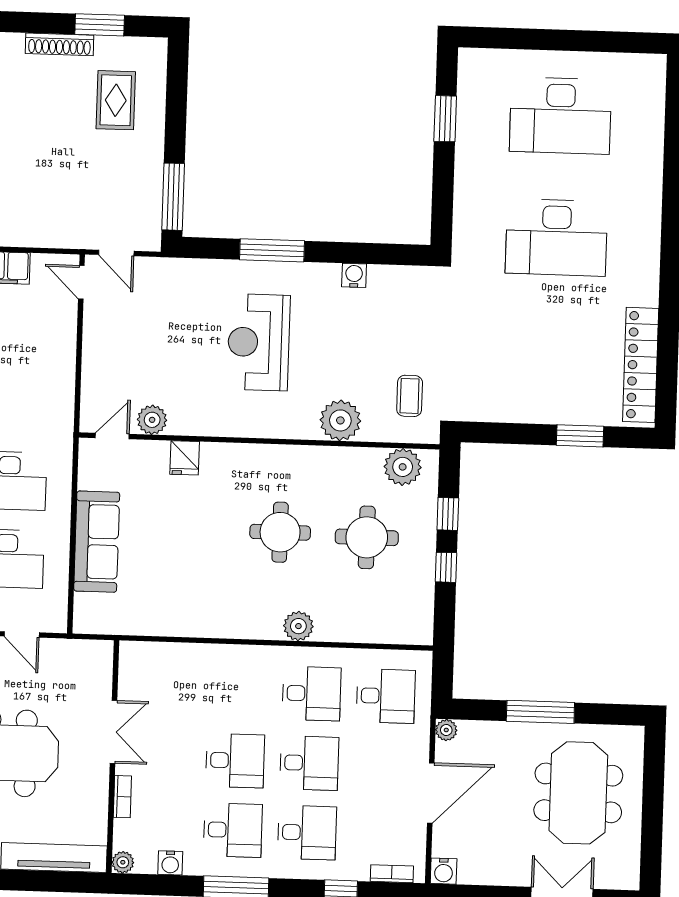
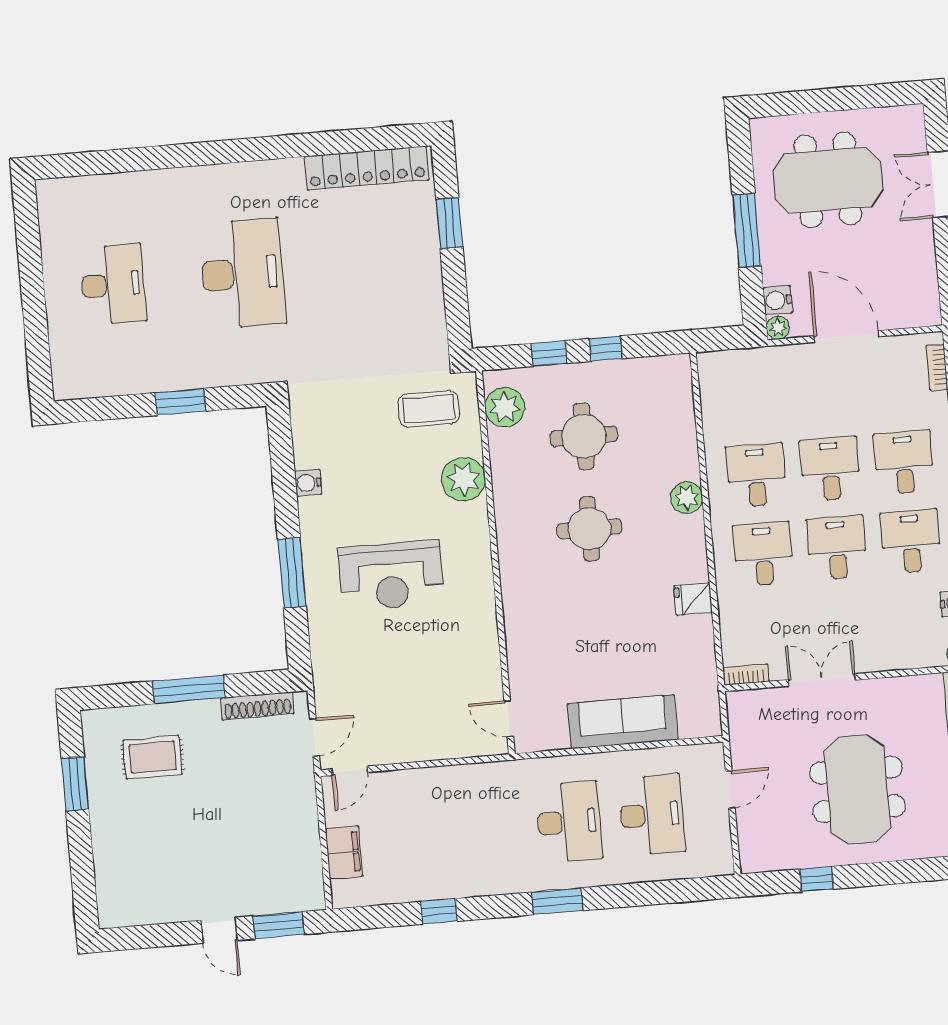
shoe rack: (60, 44) -> (257, 706), moved, turned 90
desk: (560, 116) -> (113, 284), width x0.73, depth x0.77
window: (445, 119) -> (180, 402), moved
window: (173, 197) -> (189, 689), moved
coffee table: (410, 396) -> (429, 409), width x1.36, depth x1.30
plant: (152, 420) -> (487, 678), removed
fridge: (185, 458) -> (693, 599), moved, turned 180
desk: (386, 696) -> (763, 554), moved
bookcase: (122, 797) -> (746, 675), moved
water cooler: (444, 871) -> (778, 300), moved, turned 180

